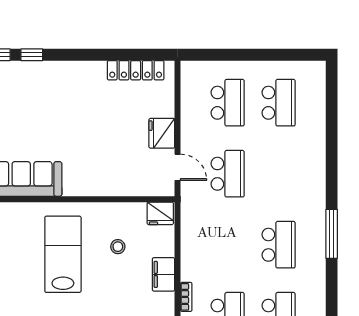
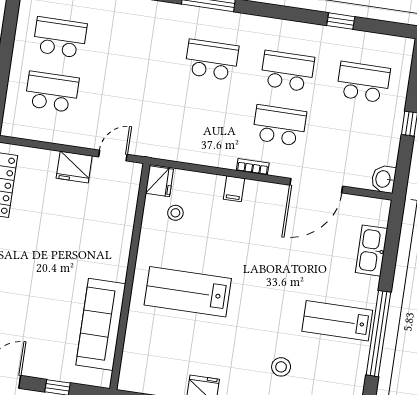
school desk: (228, 174) -> (128, 103), removed
stool: (118, 247) -> (175, 213), moved
filing cabinet: (163, 274) -> (234, 189), width x0.50

